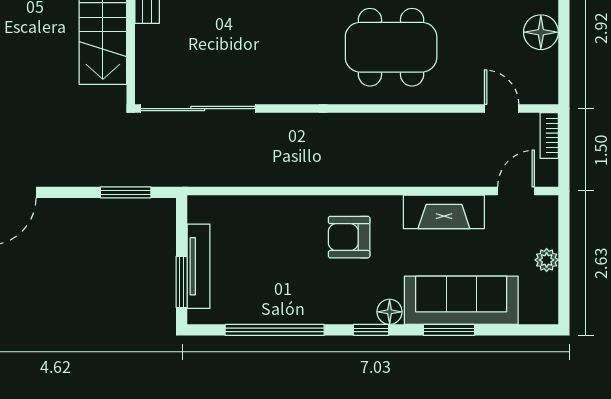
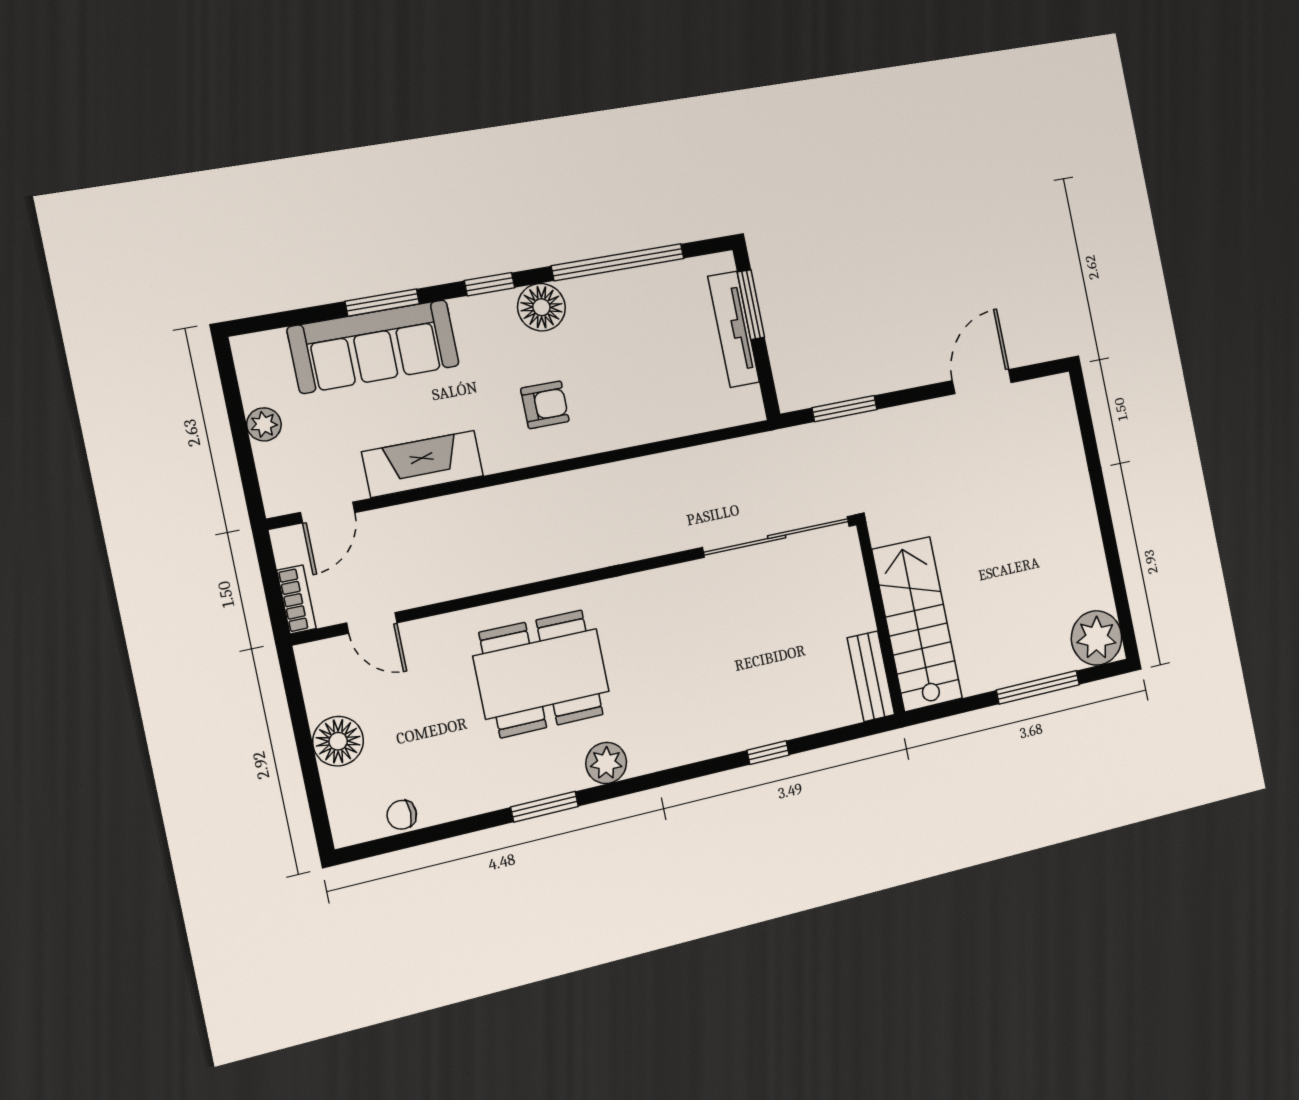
armchair: (349, 237) -> (545, 405), width x0.72, depth x0.72
floor lamp: (390, 312) -> (541, 307), moved, width x1.38, depth x1.38

